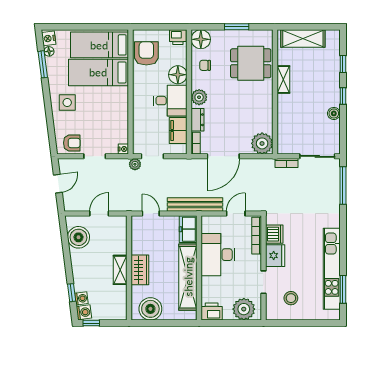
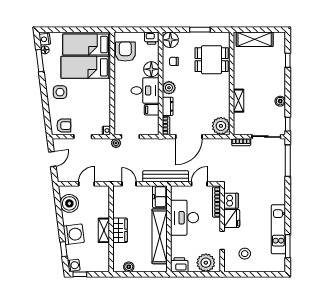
shelving: (283, 80) -> (239, 101), moved
window: (343, 96) -> (288, 124), moved
filing cabinet: (178, 130) -> (152, 110), width x0.50
kitchen unit: (332, 269) -> (278, 229), width x0.73
washing machine: (81, 298) -> (74, 234), moved, width x1.89, depth x1.89
boiler: (150, 309) -> (129, 267), width x0.54, depth x0.54

